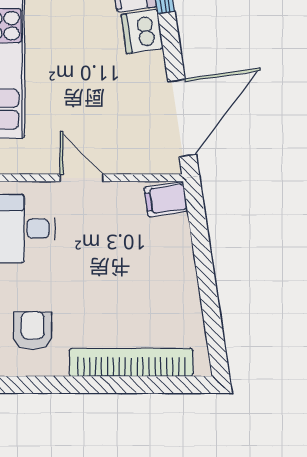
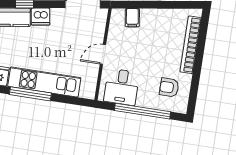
filing cabinet: (166, 199) -> (132, 18), moved

